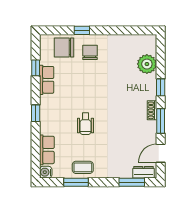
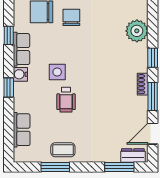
side table: (78, 100) -> (57, 72), added
water cooler: (46, 172) -> (20, 74), moved

